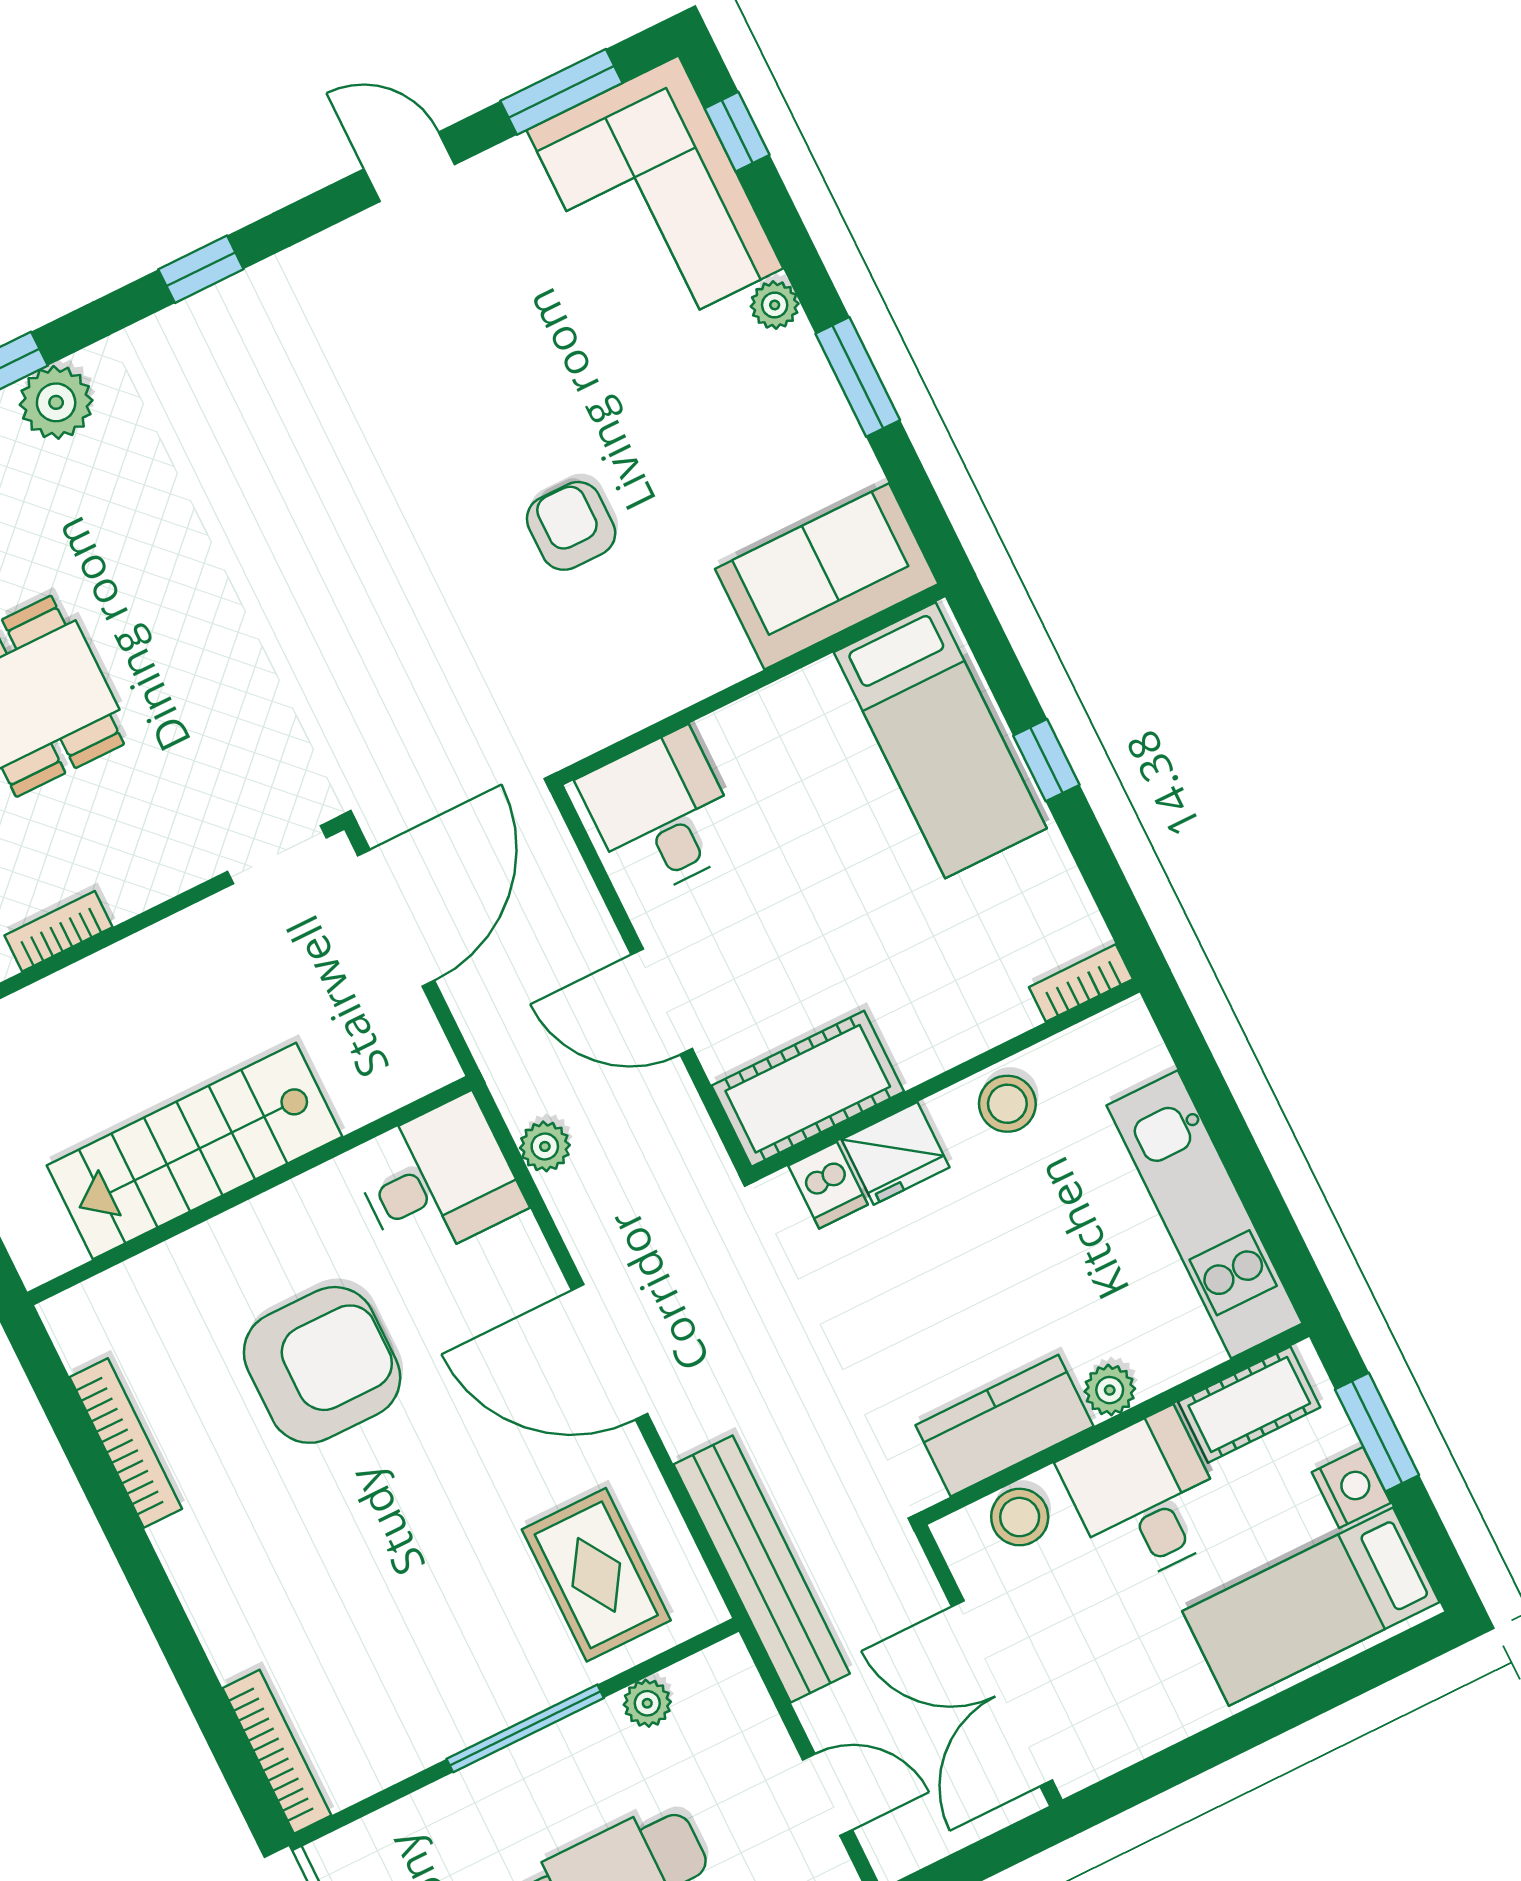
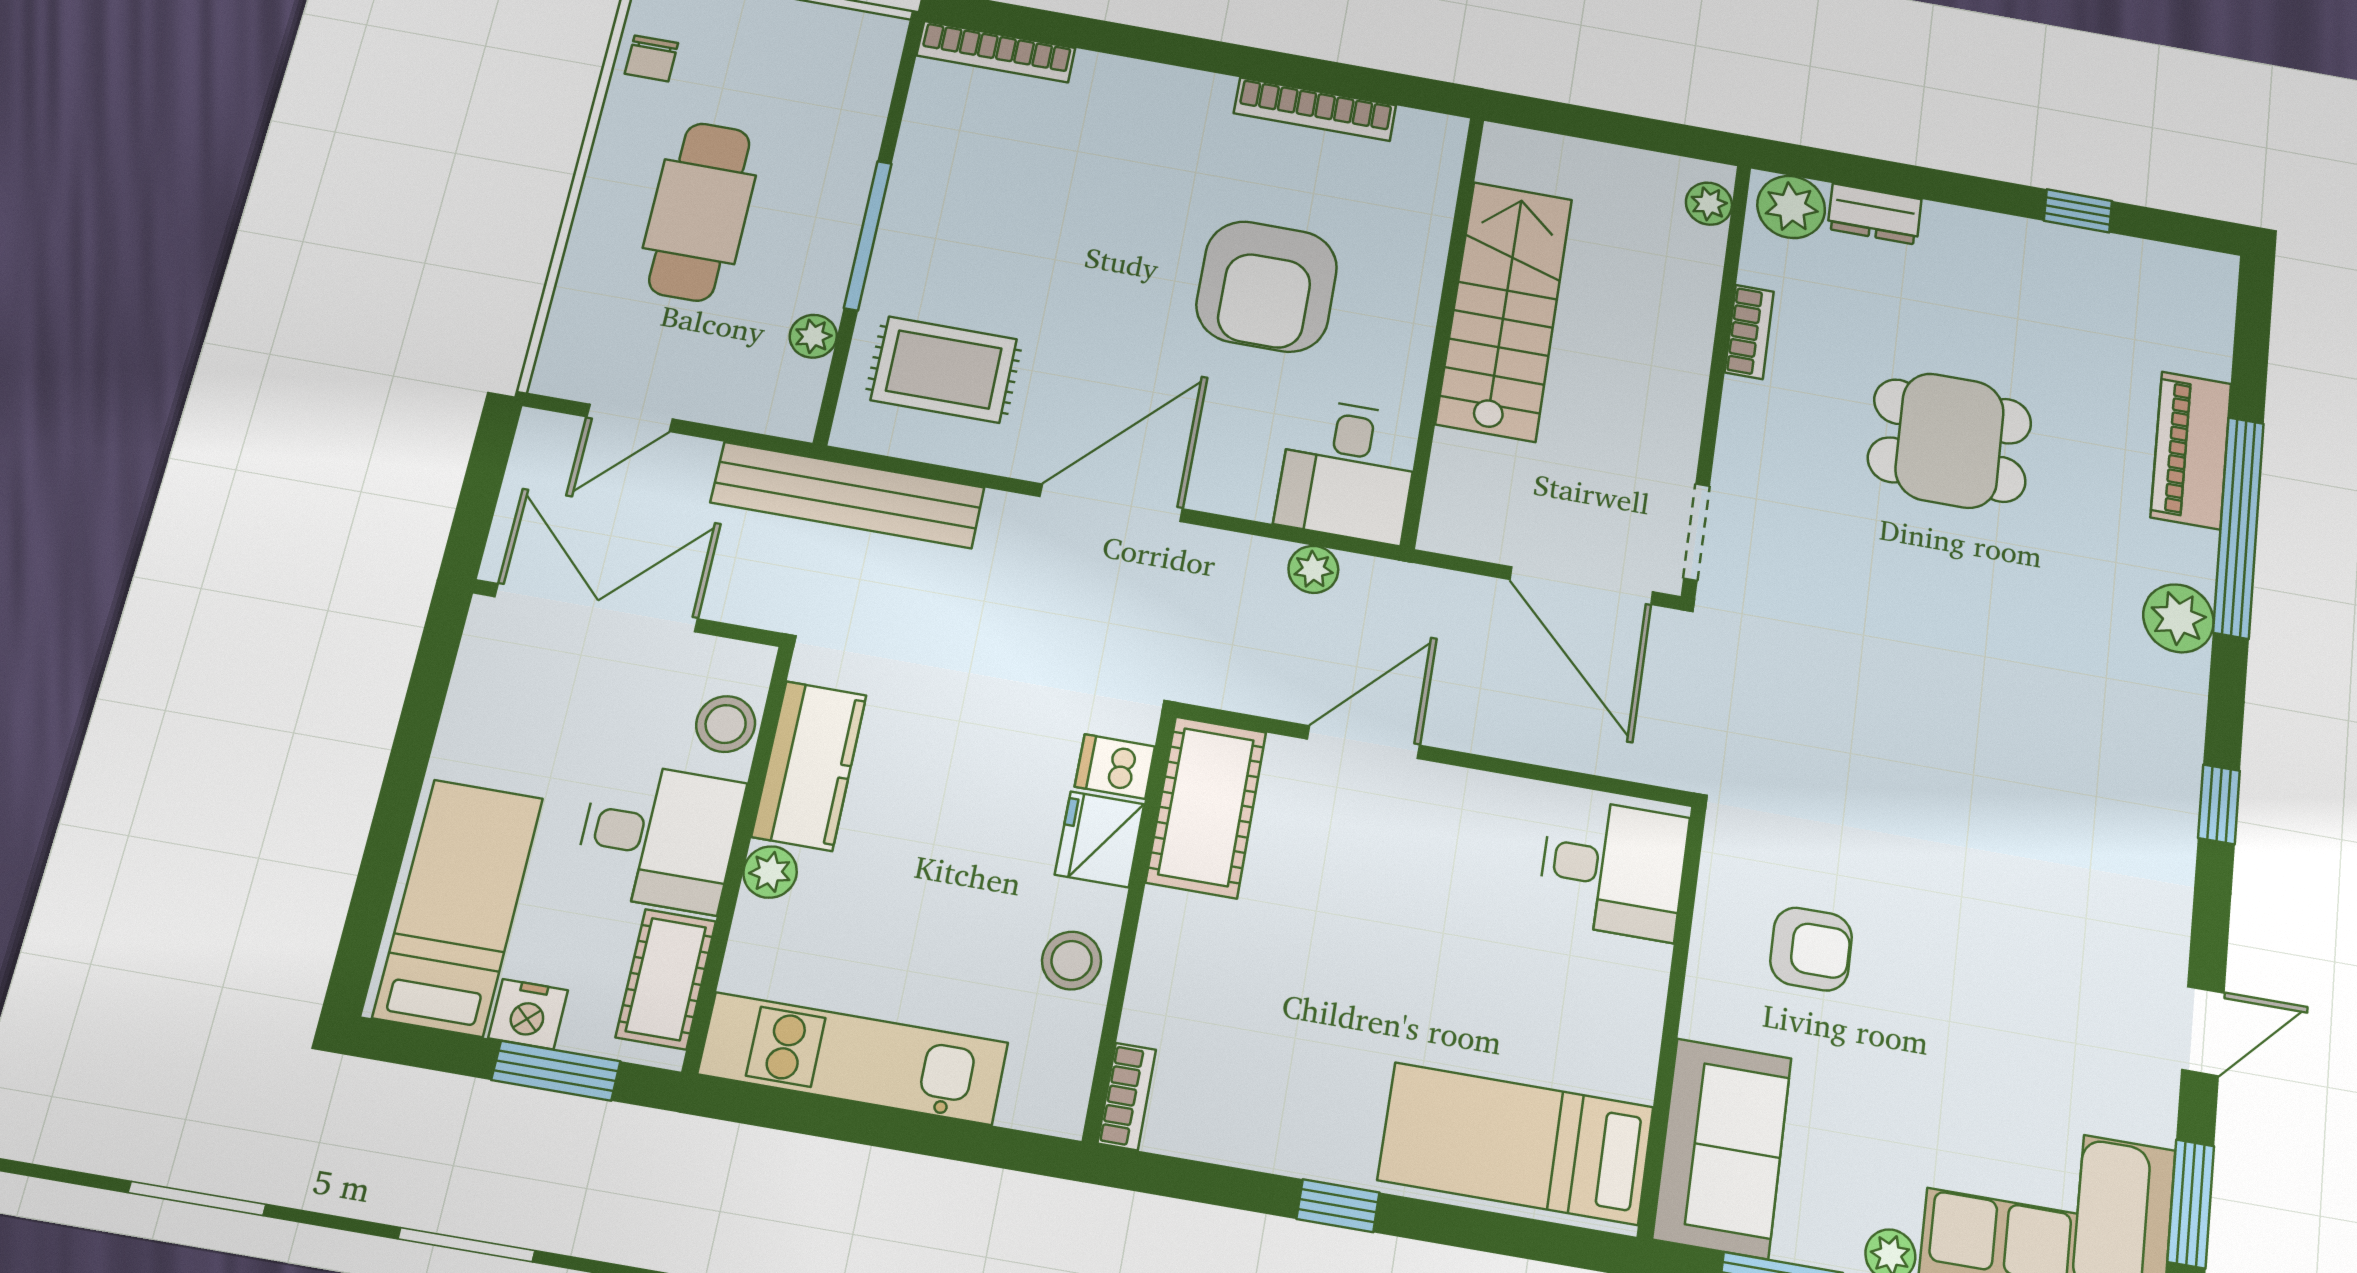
sofa: (827, 576) -> (1722, 1148), moved
wall: (751, 684) -> (1672, 1018), moved
bed: (940, 740) -> (1516, 1144), moved
desk: (662, 814) -> (1613, 868), moved

